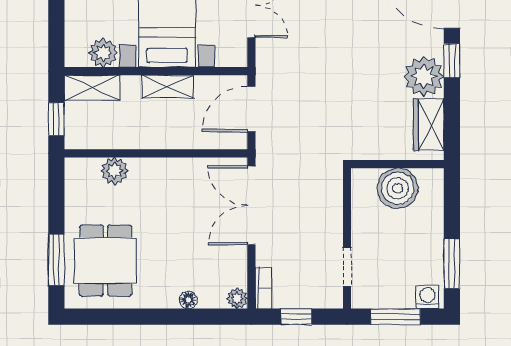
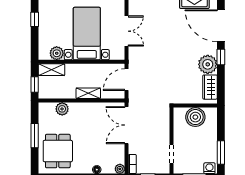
shelving: (168, 87) -> (88, 93), moved
window: (56, 260) -> (35, 136), moved

